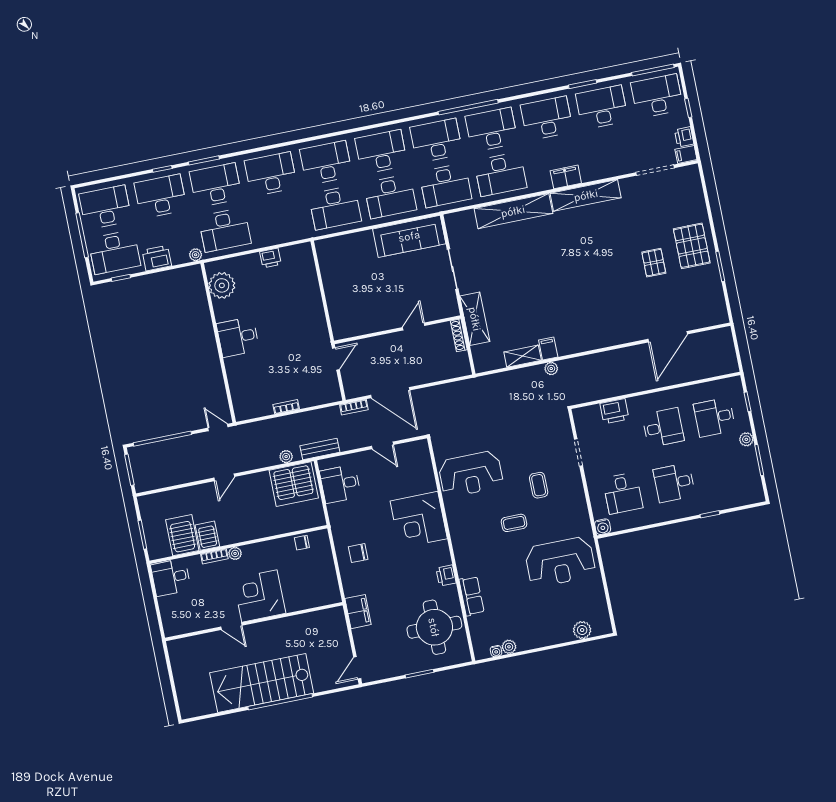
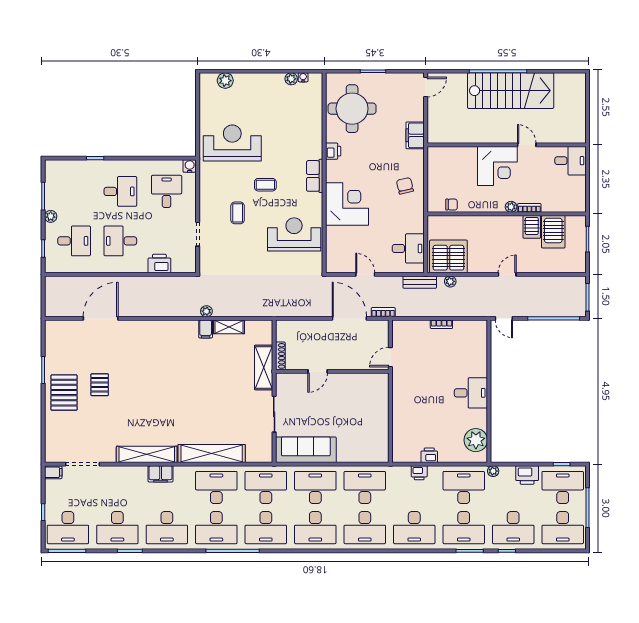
printer: (684, 137) -> (419, 473), moved, turned 90
chair: (358, 553) -> (405, 186), turned -103
desk: (171, 577) -> (571, 161), moved
row of seats: (472, 596) -> (315, 176), moved

